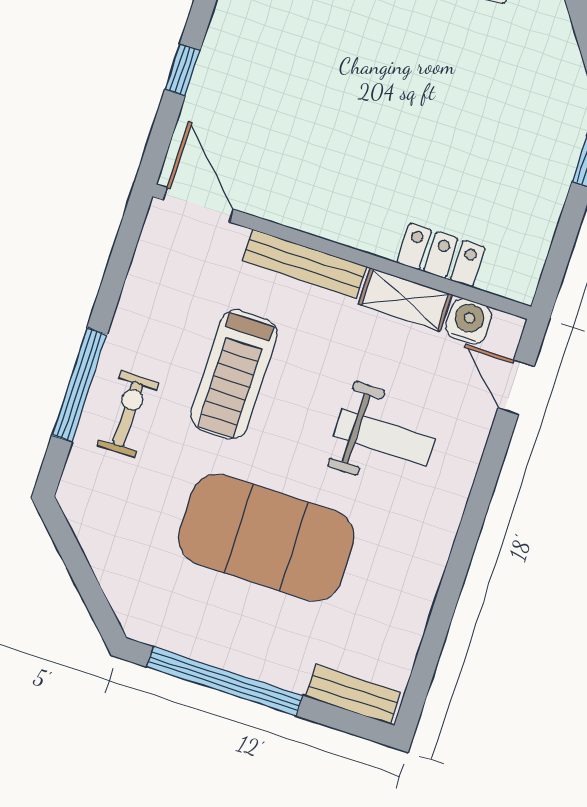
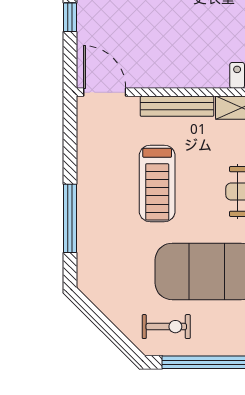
exercise bike: (128, 414) -> (166, 327), moved, turned 90

